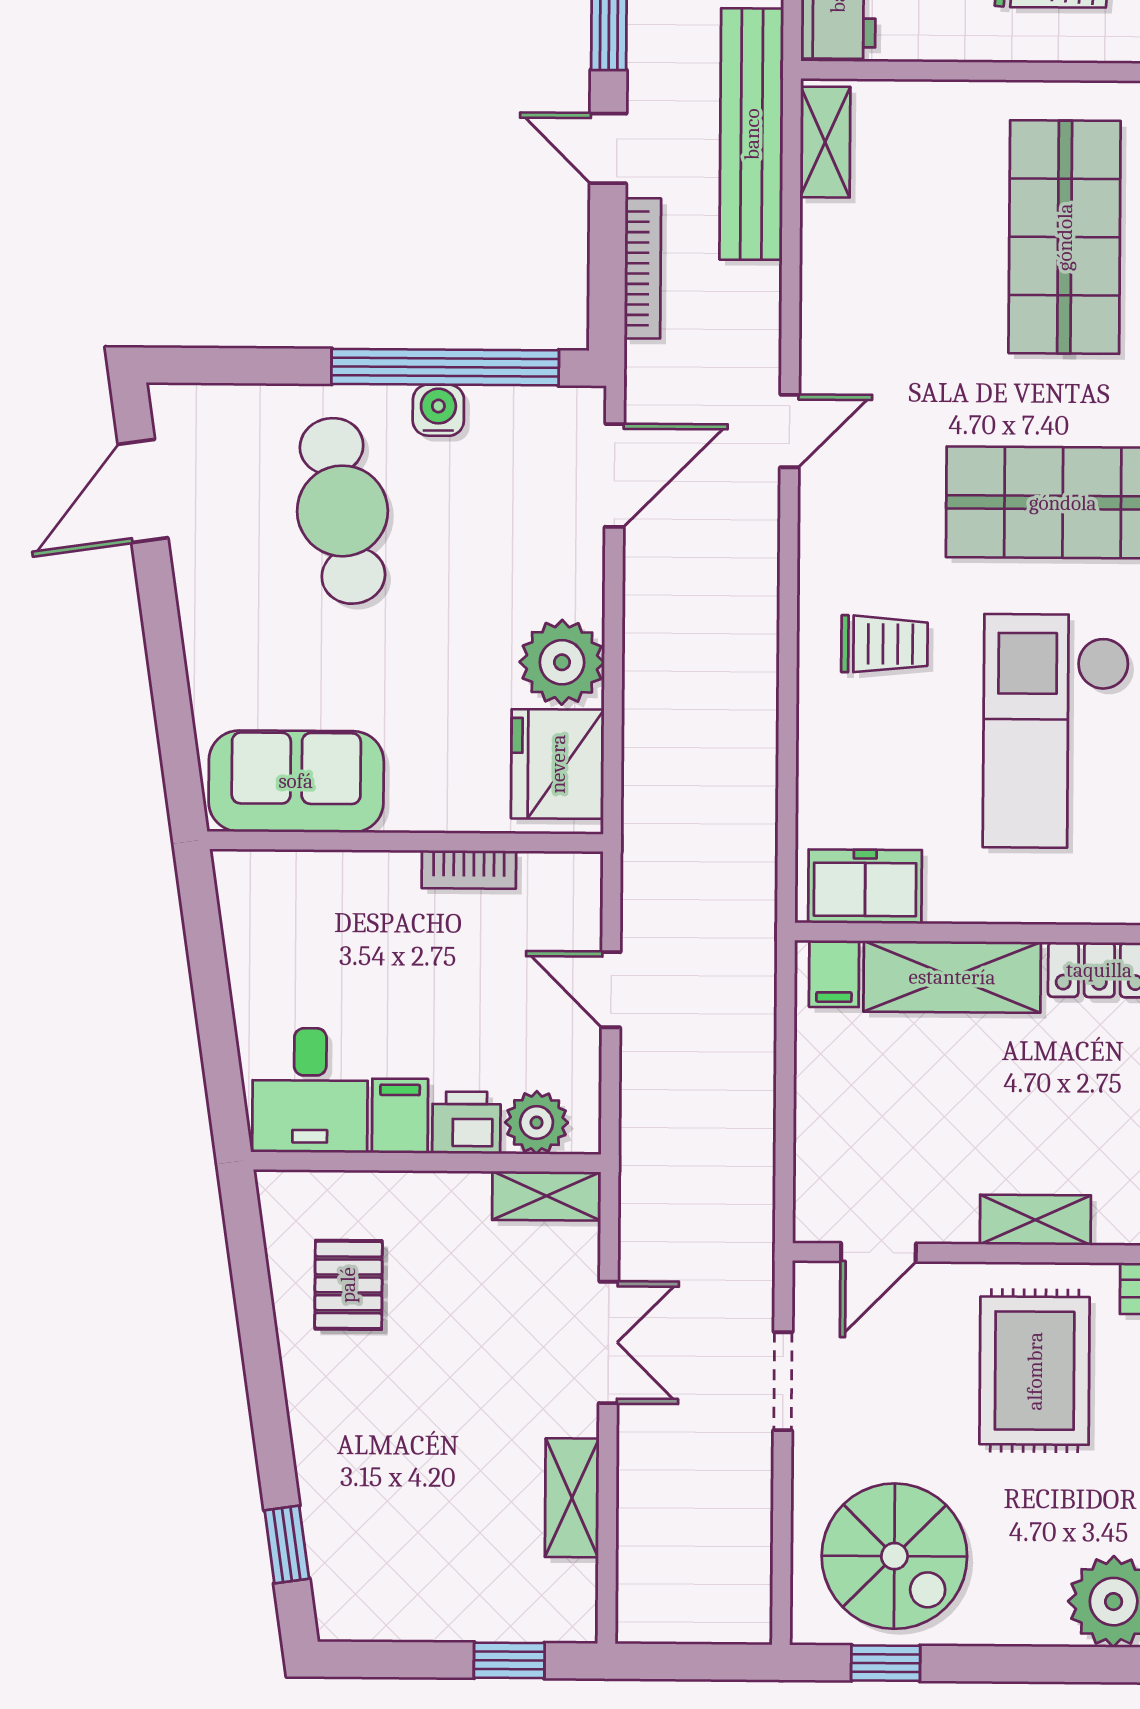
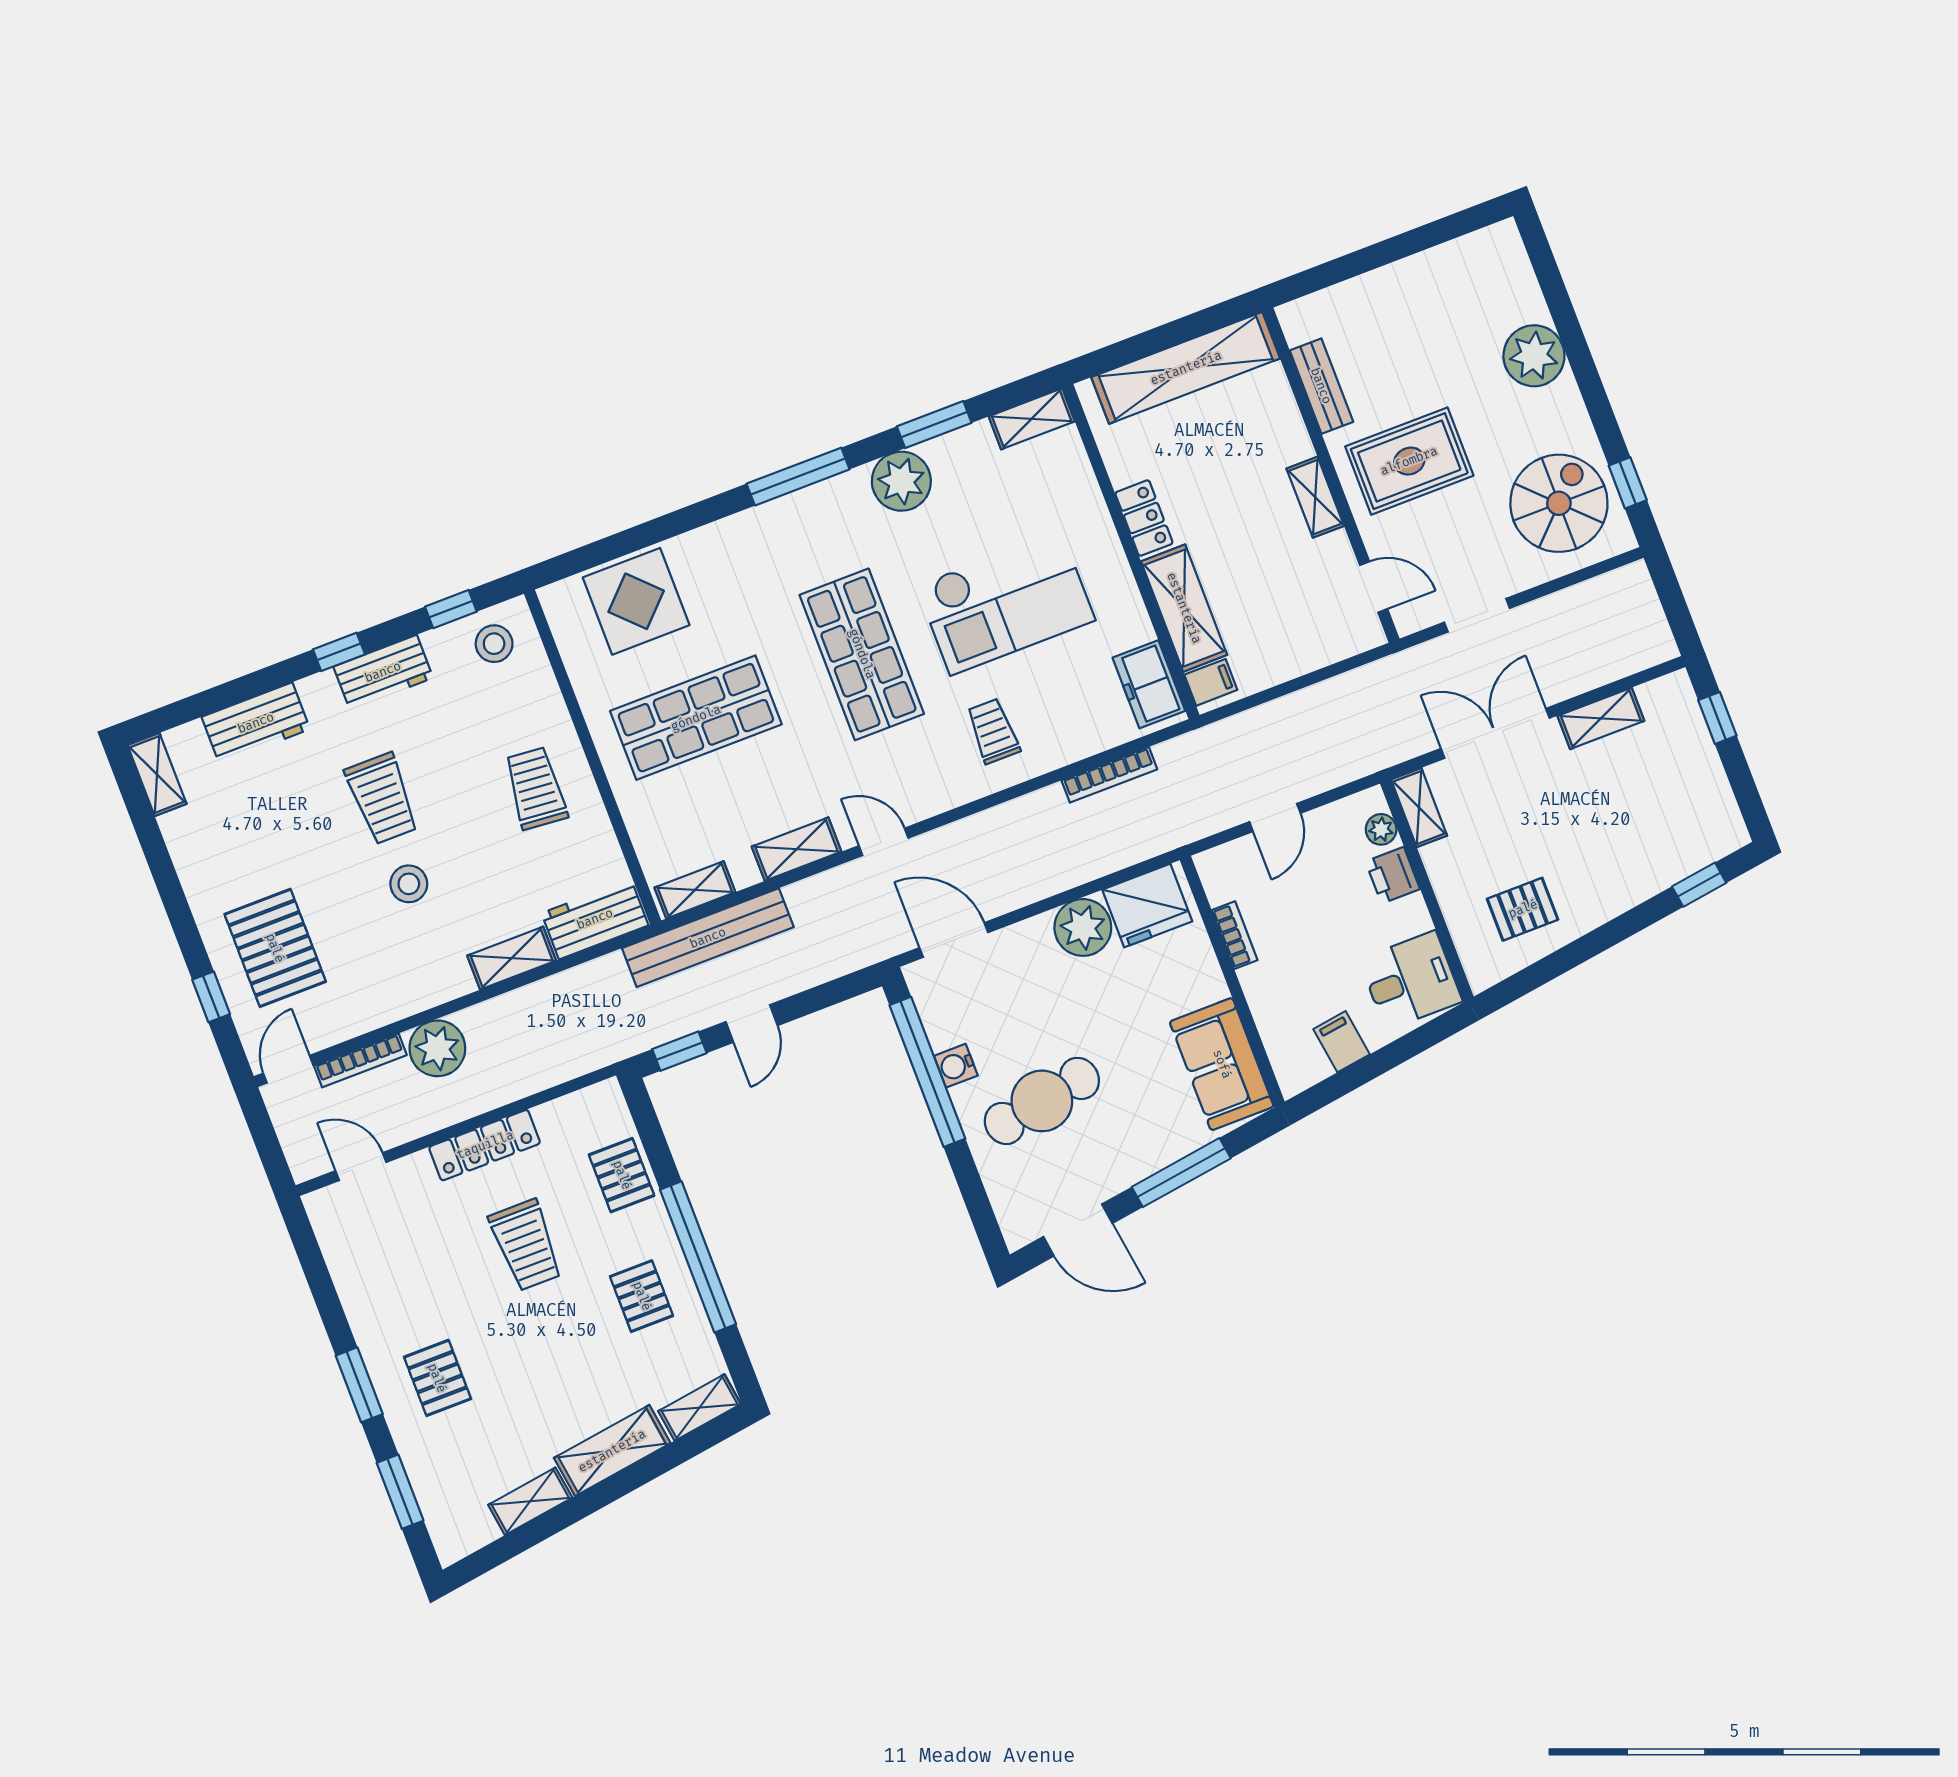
bookcase: (643, 268) -> (1109, 775), moved, turned 180
shelving: (827, 306) -> (797, 849), added
window: (167, 666) -> (1181, 1173), added
filing cabinet: (400, 1116) -> (1341, 1042), moved, turned 82
plant: (537, 1123) -> (1381, 829), width x0.73, depth x0.73
double door: (608, 1342) -> (1495, 733), width x1.37

